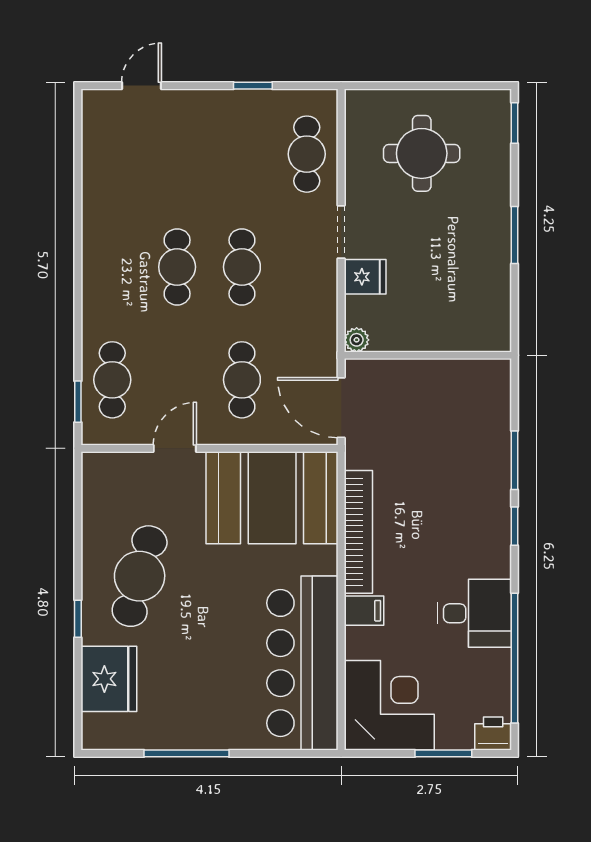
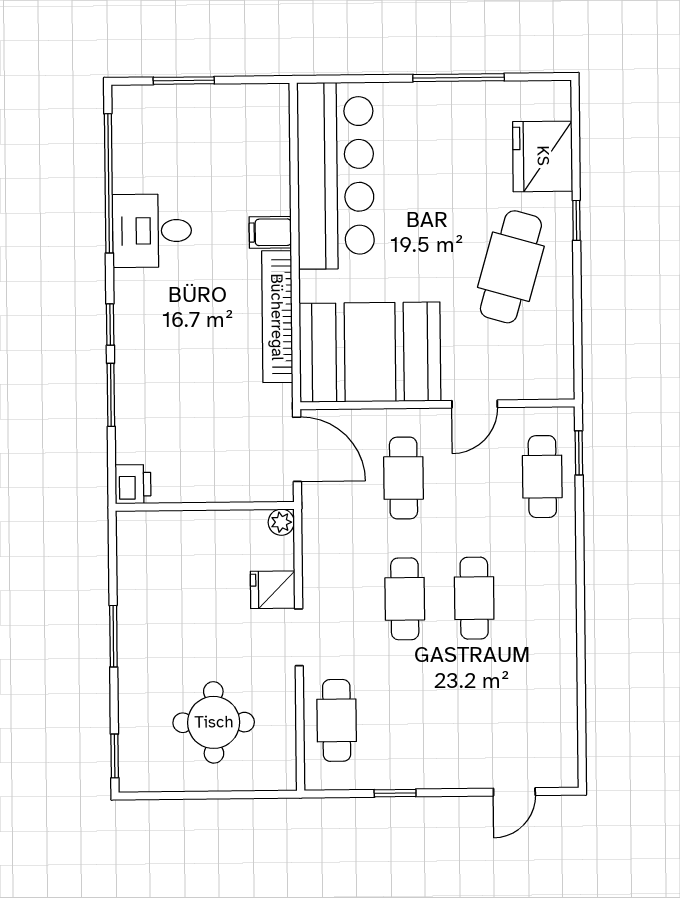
corner desk: (389, 705) -> (242, 131), removed
printer: (493, 734) -> (133, 484), moved, turned -90

